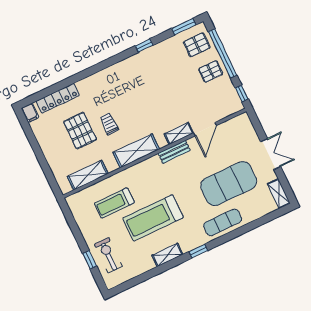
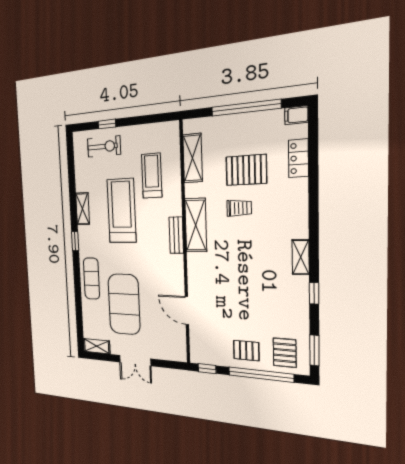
pallet: (211, 71) -> (246, 351), turned 90
locker: (58, 98) -> (298, 158), width x0.66
shelving: (179, 134) -> (301, 257), moved
window: (37, 150) -> (246, 108), added
bench: (174, 152) -> (176, 235), moved

